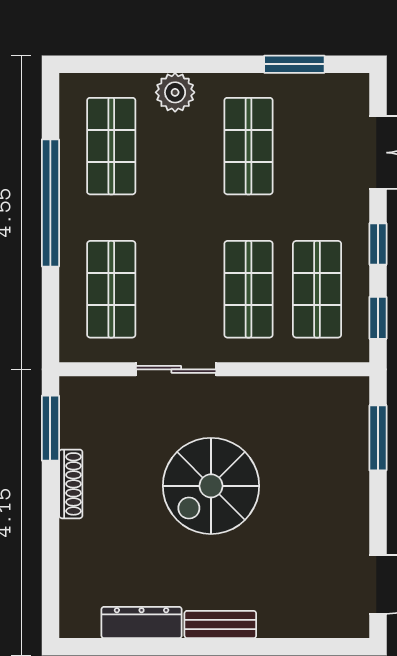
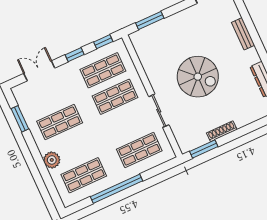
bench: (220, 624) -> (243, 34), moved

